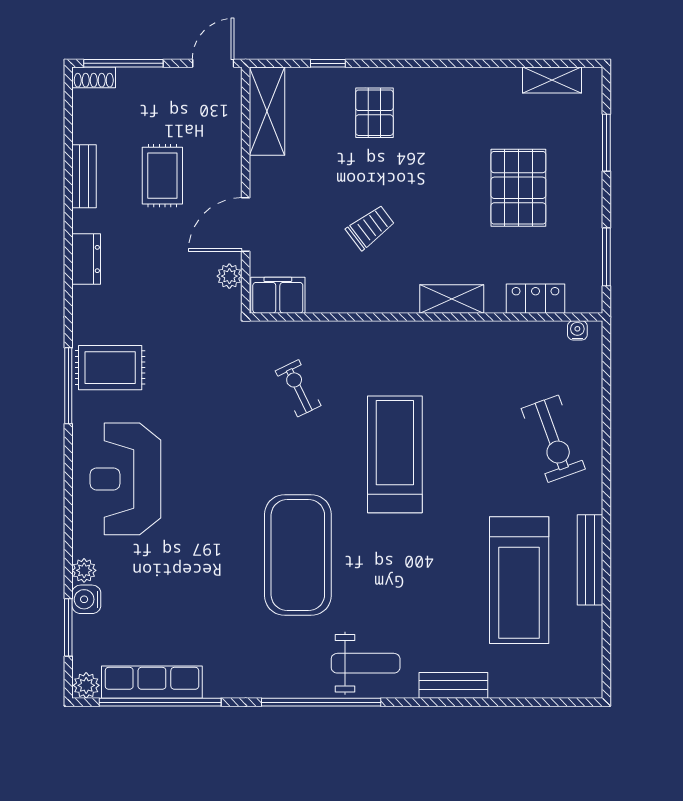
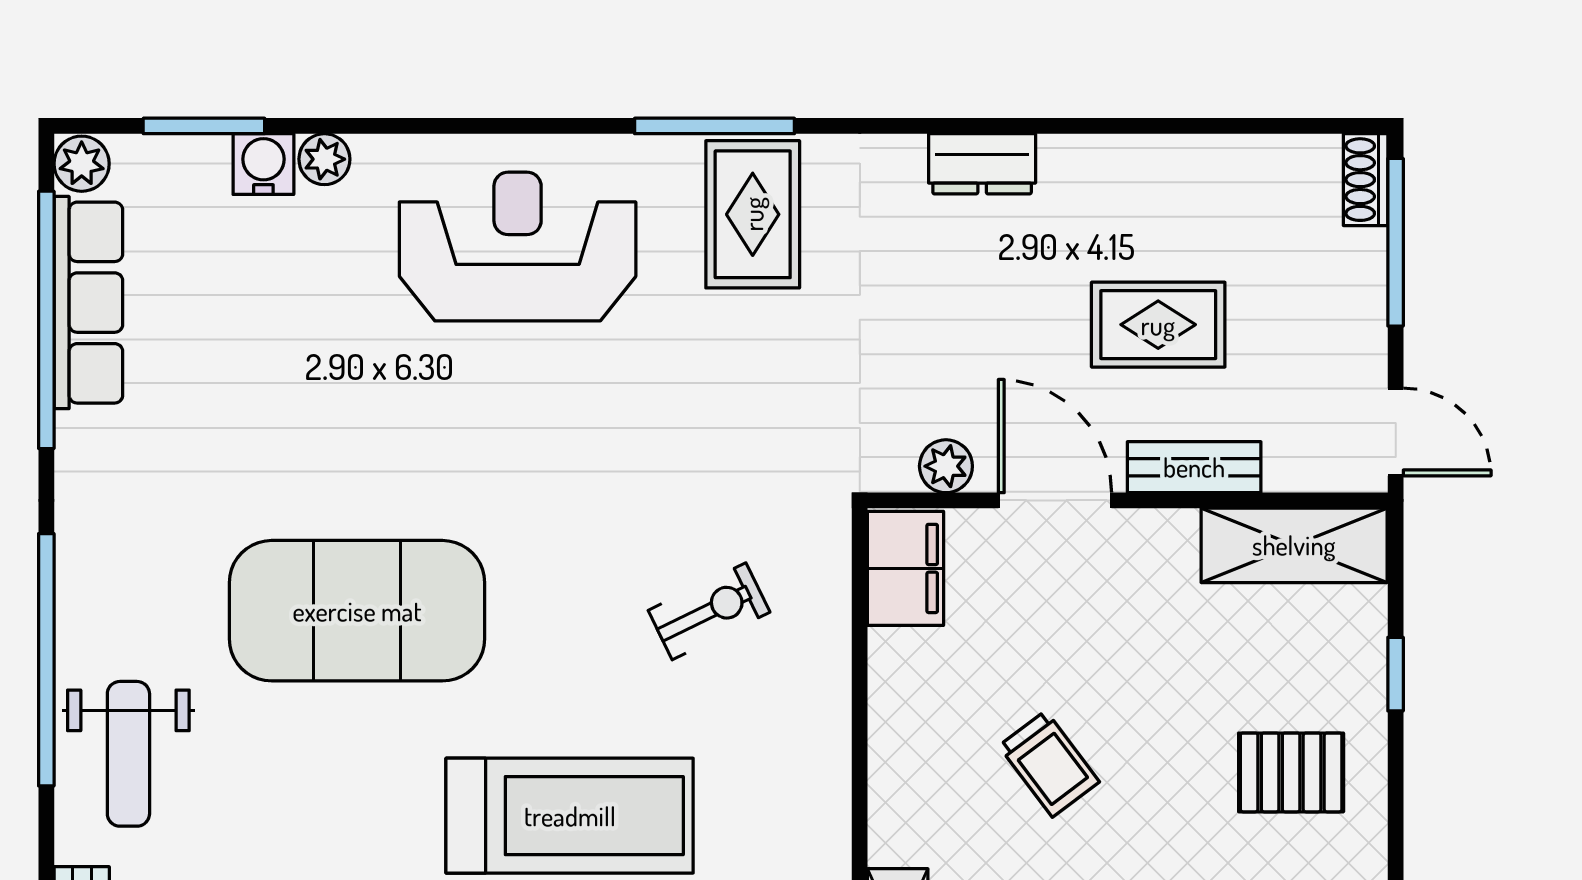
bench: (84, 176) -> (1194, 467), moved

